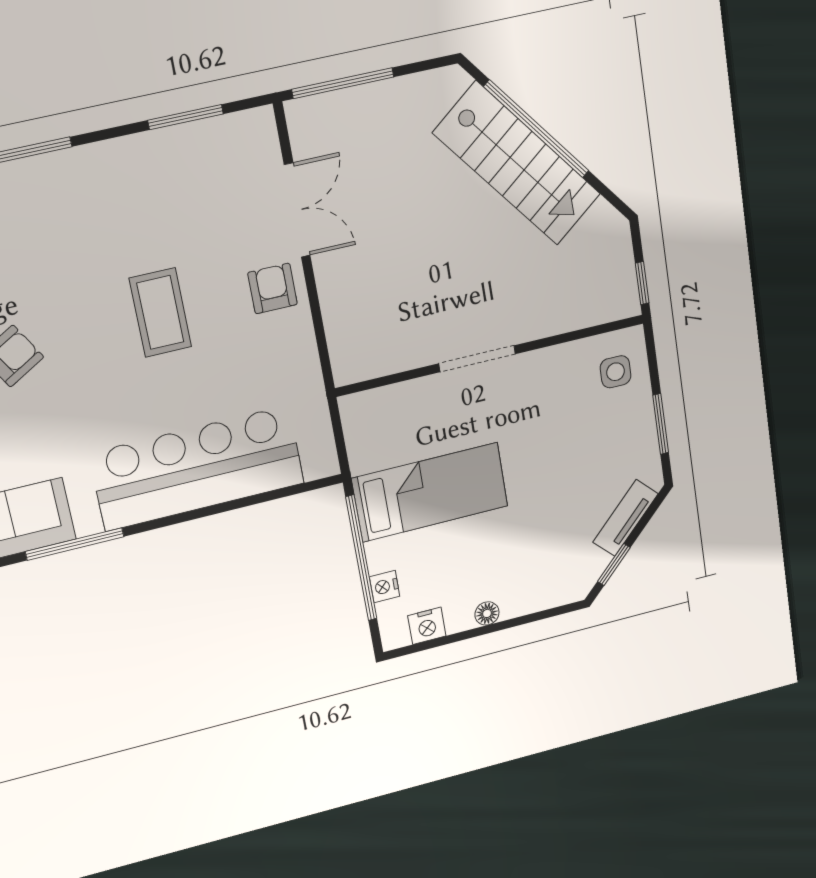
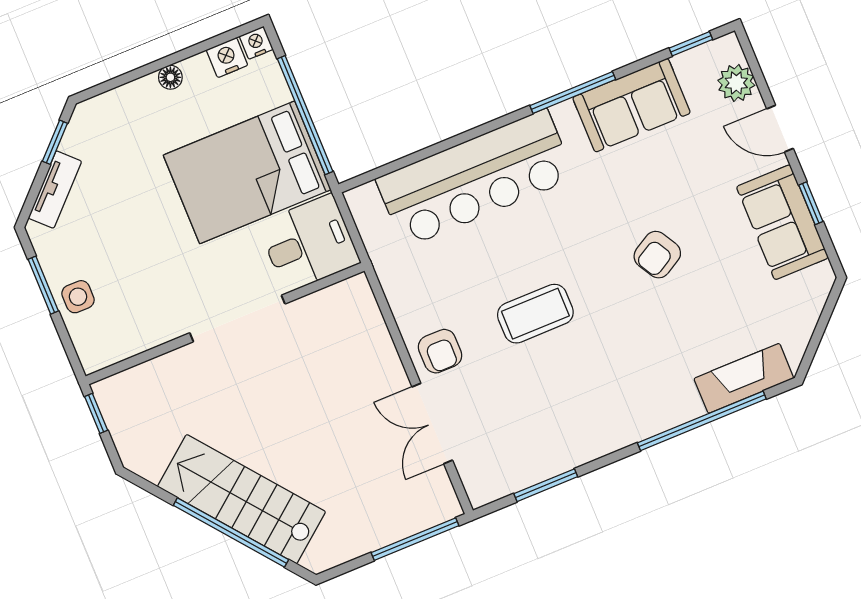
coffee table: (160, 312) -> (535, 314), turned 90
doorway: (477, 359) -> (237, 318), width x1.36
side table: (616, 372) -> (78, 297), moved
desk: (386, 426) -> (309, 243), added
bed: (430, 492) -> (247, 172), width x1.50
nightstand: (385, 587) -> (256, 43), moved, turned -90

